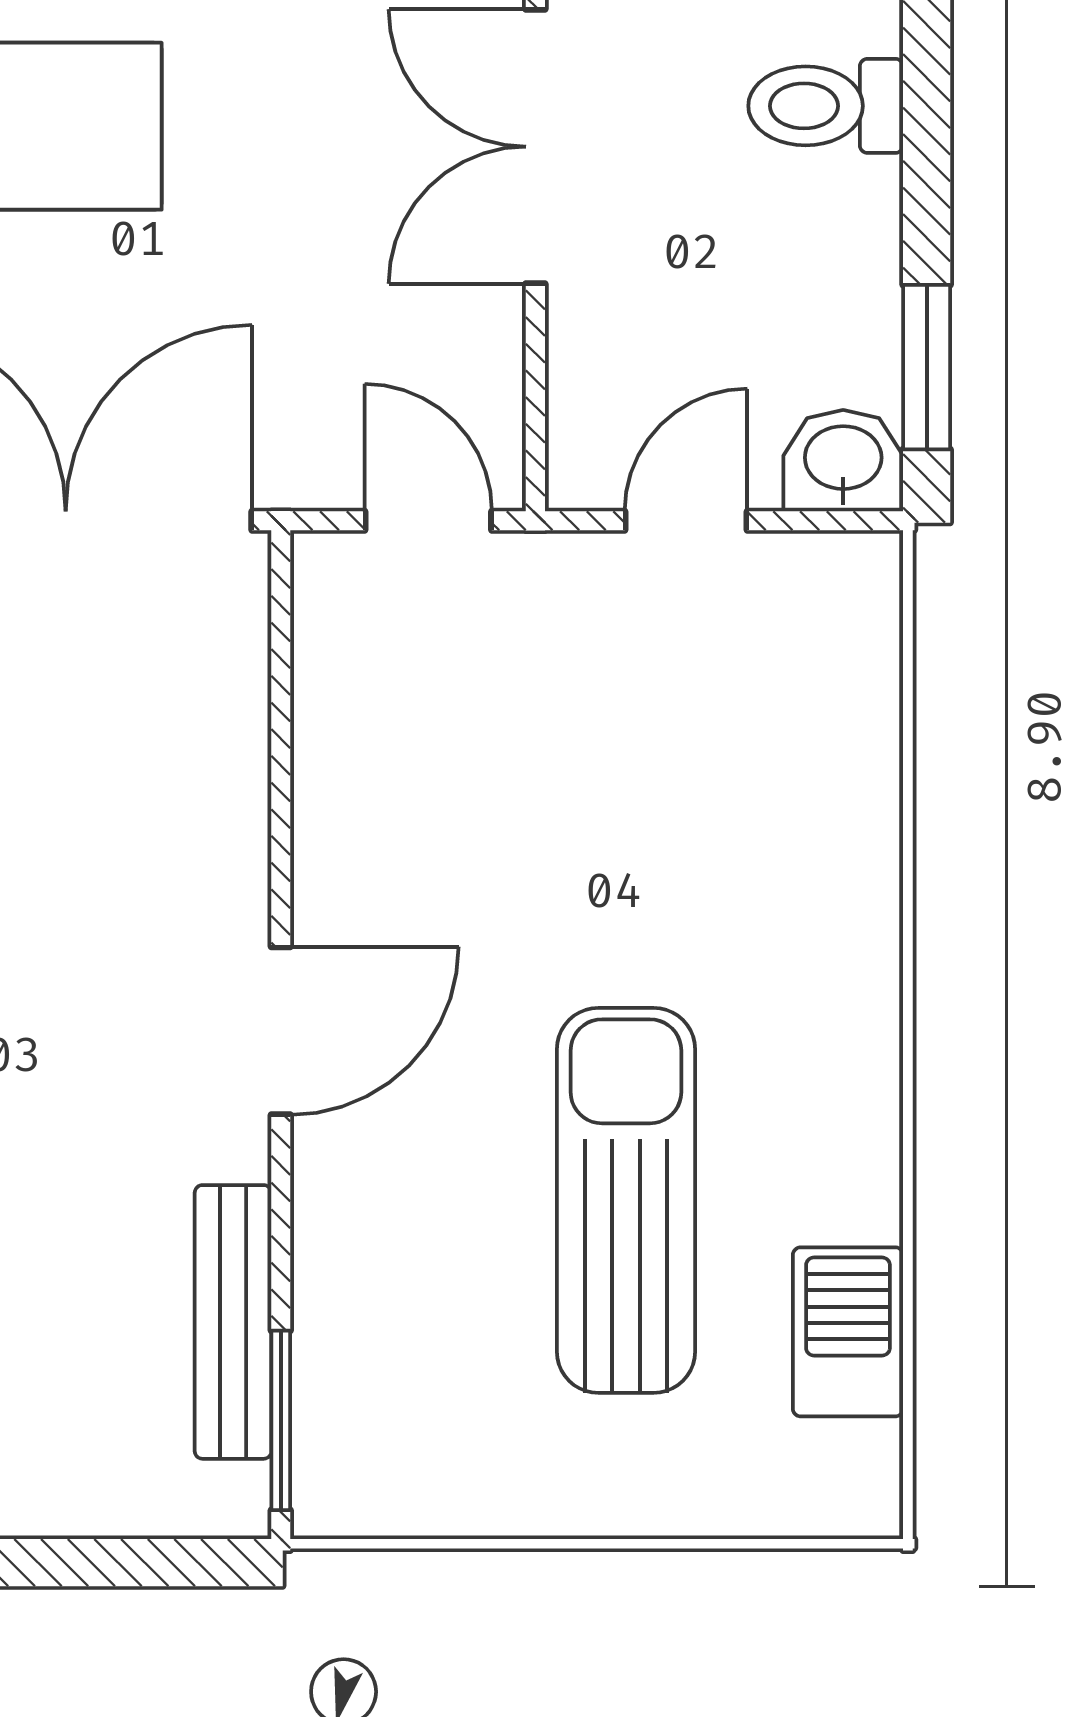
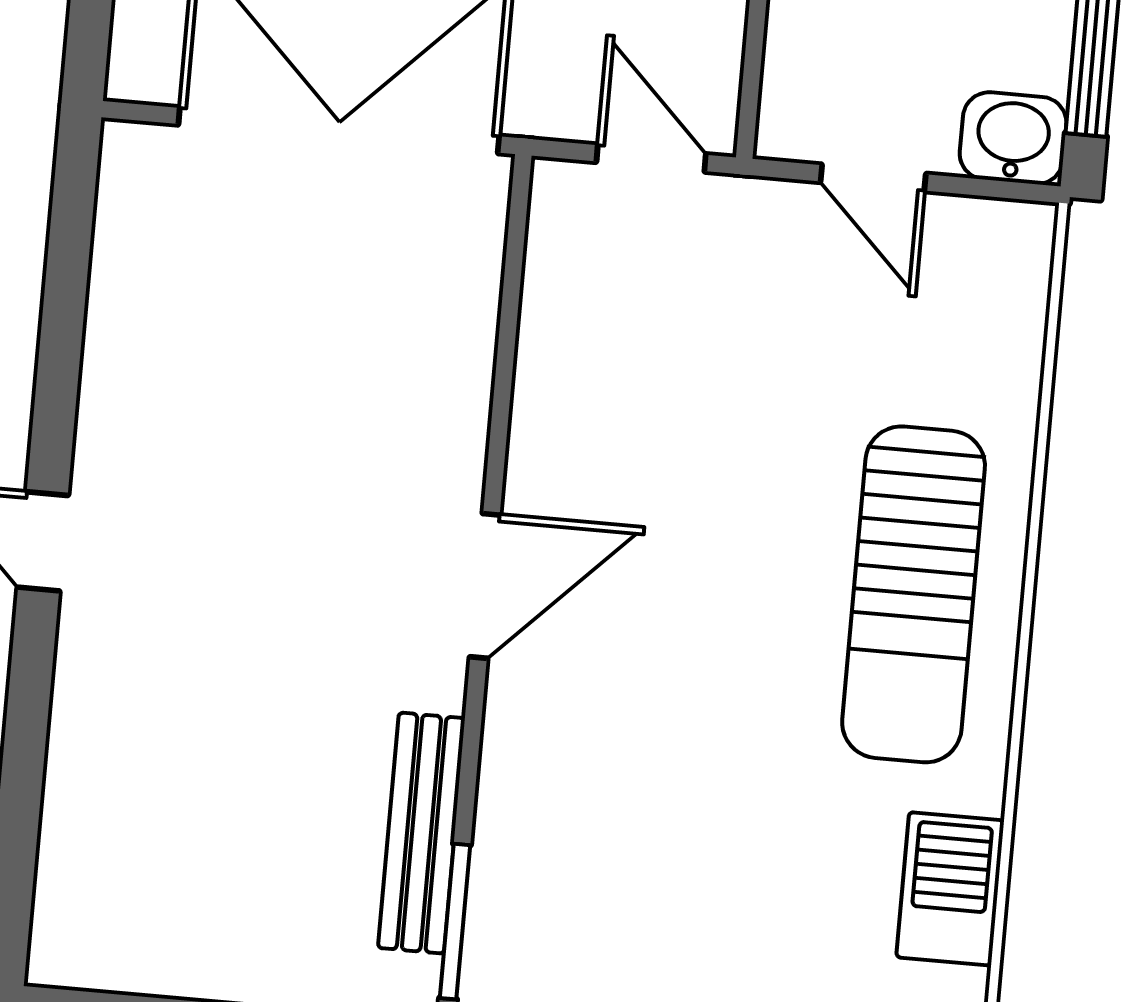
door: (686, 521) -> (873, 178), swing flipped
sun lounger: (626, 1200) -> (914, 594), moved, turned 180

